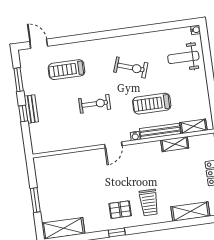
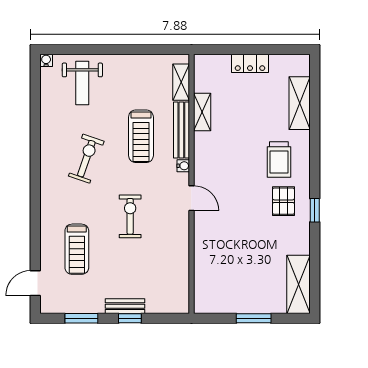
trolley: (149, 202) -> (279, 160), turned 90

